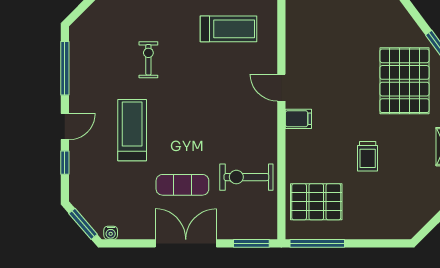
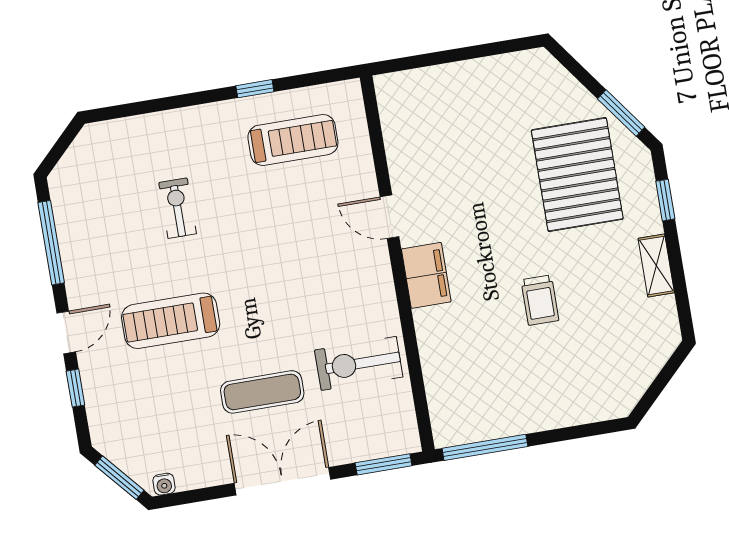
filing cabinet: (298, 119) -> (426, 275), width x2.00
treadmill: (132, 130) -> (171, 321), turned -90
pallet: (316, 202) -> (473, 383), removed

